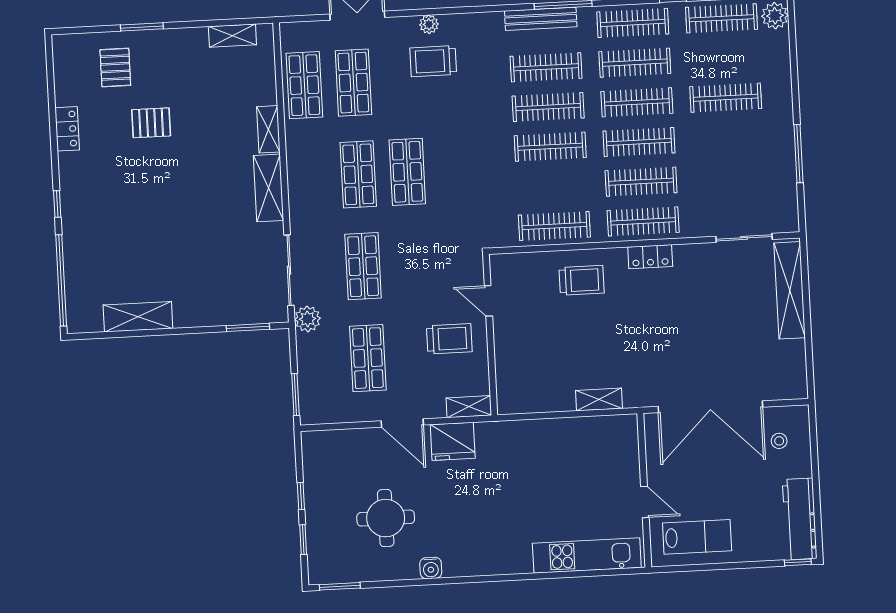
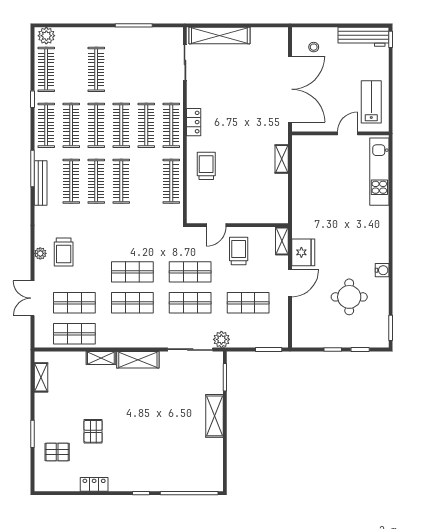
shop shelf: (412, 264) -> (190, 272), added
shelving: (138, 317) -> (215, 416), moved

